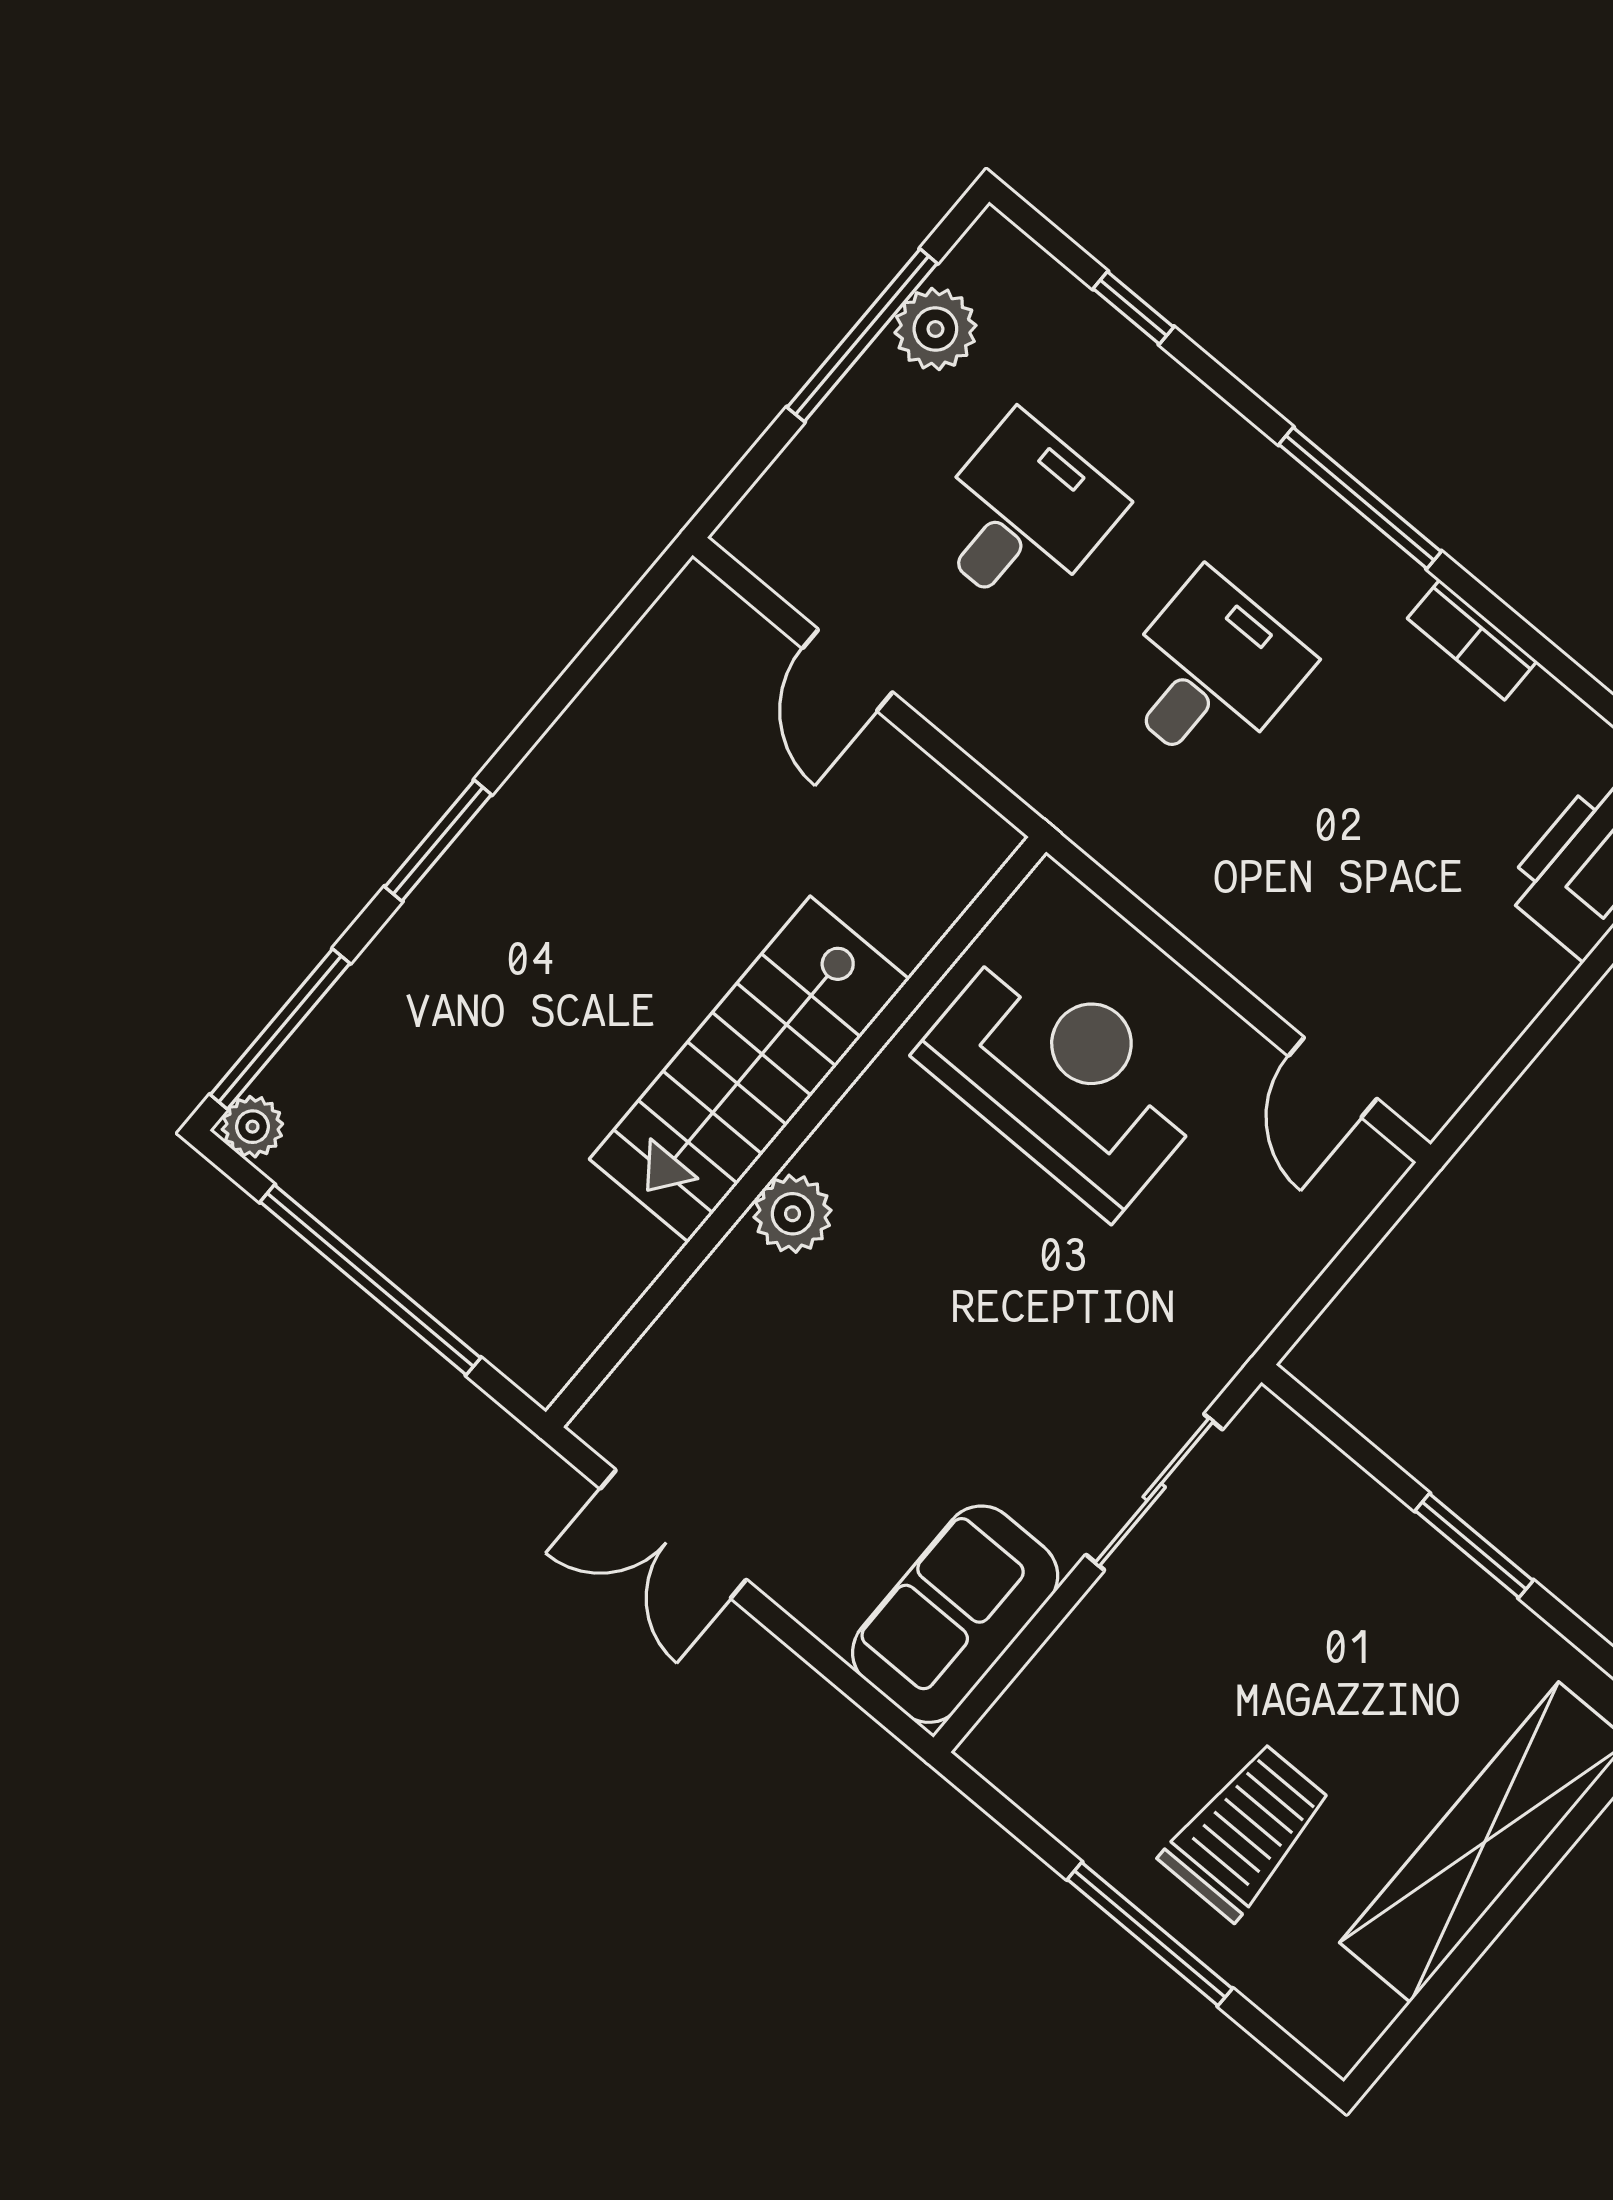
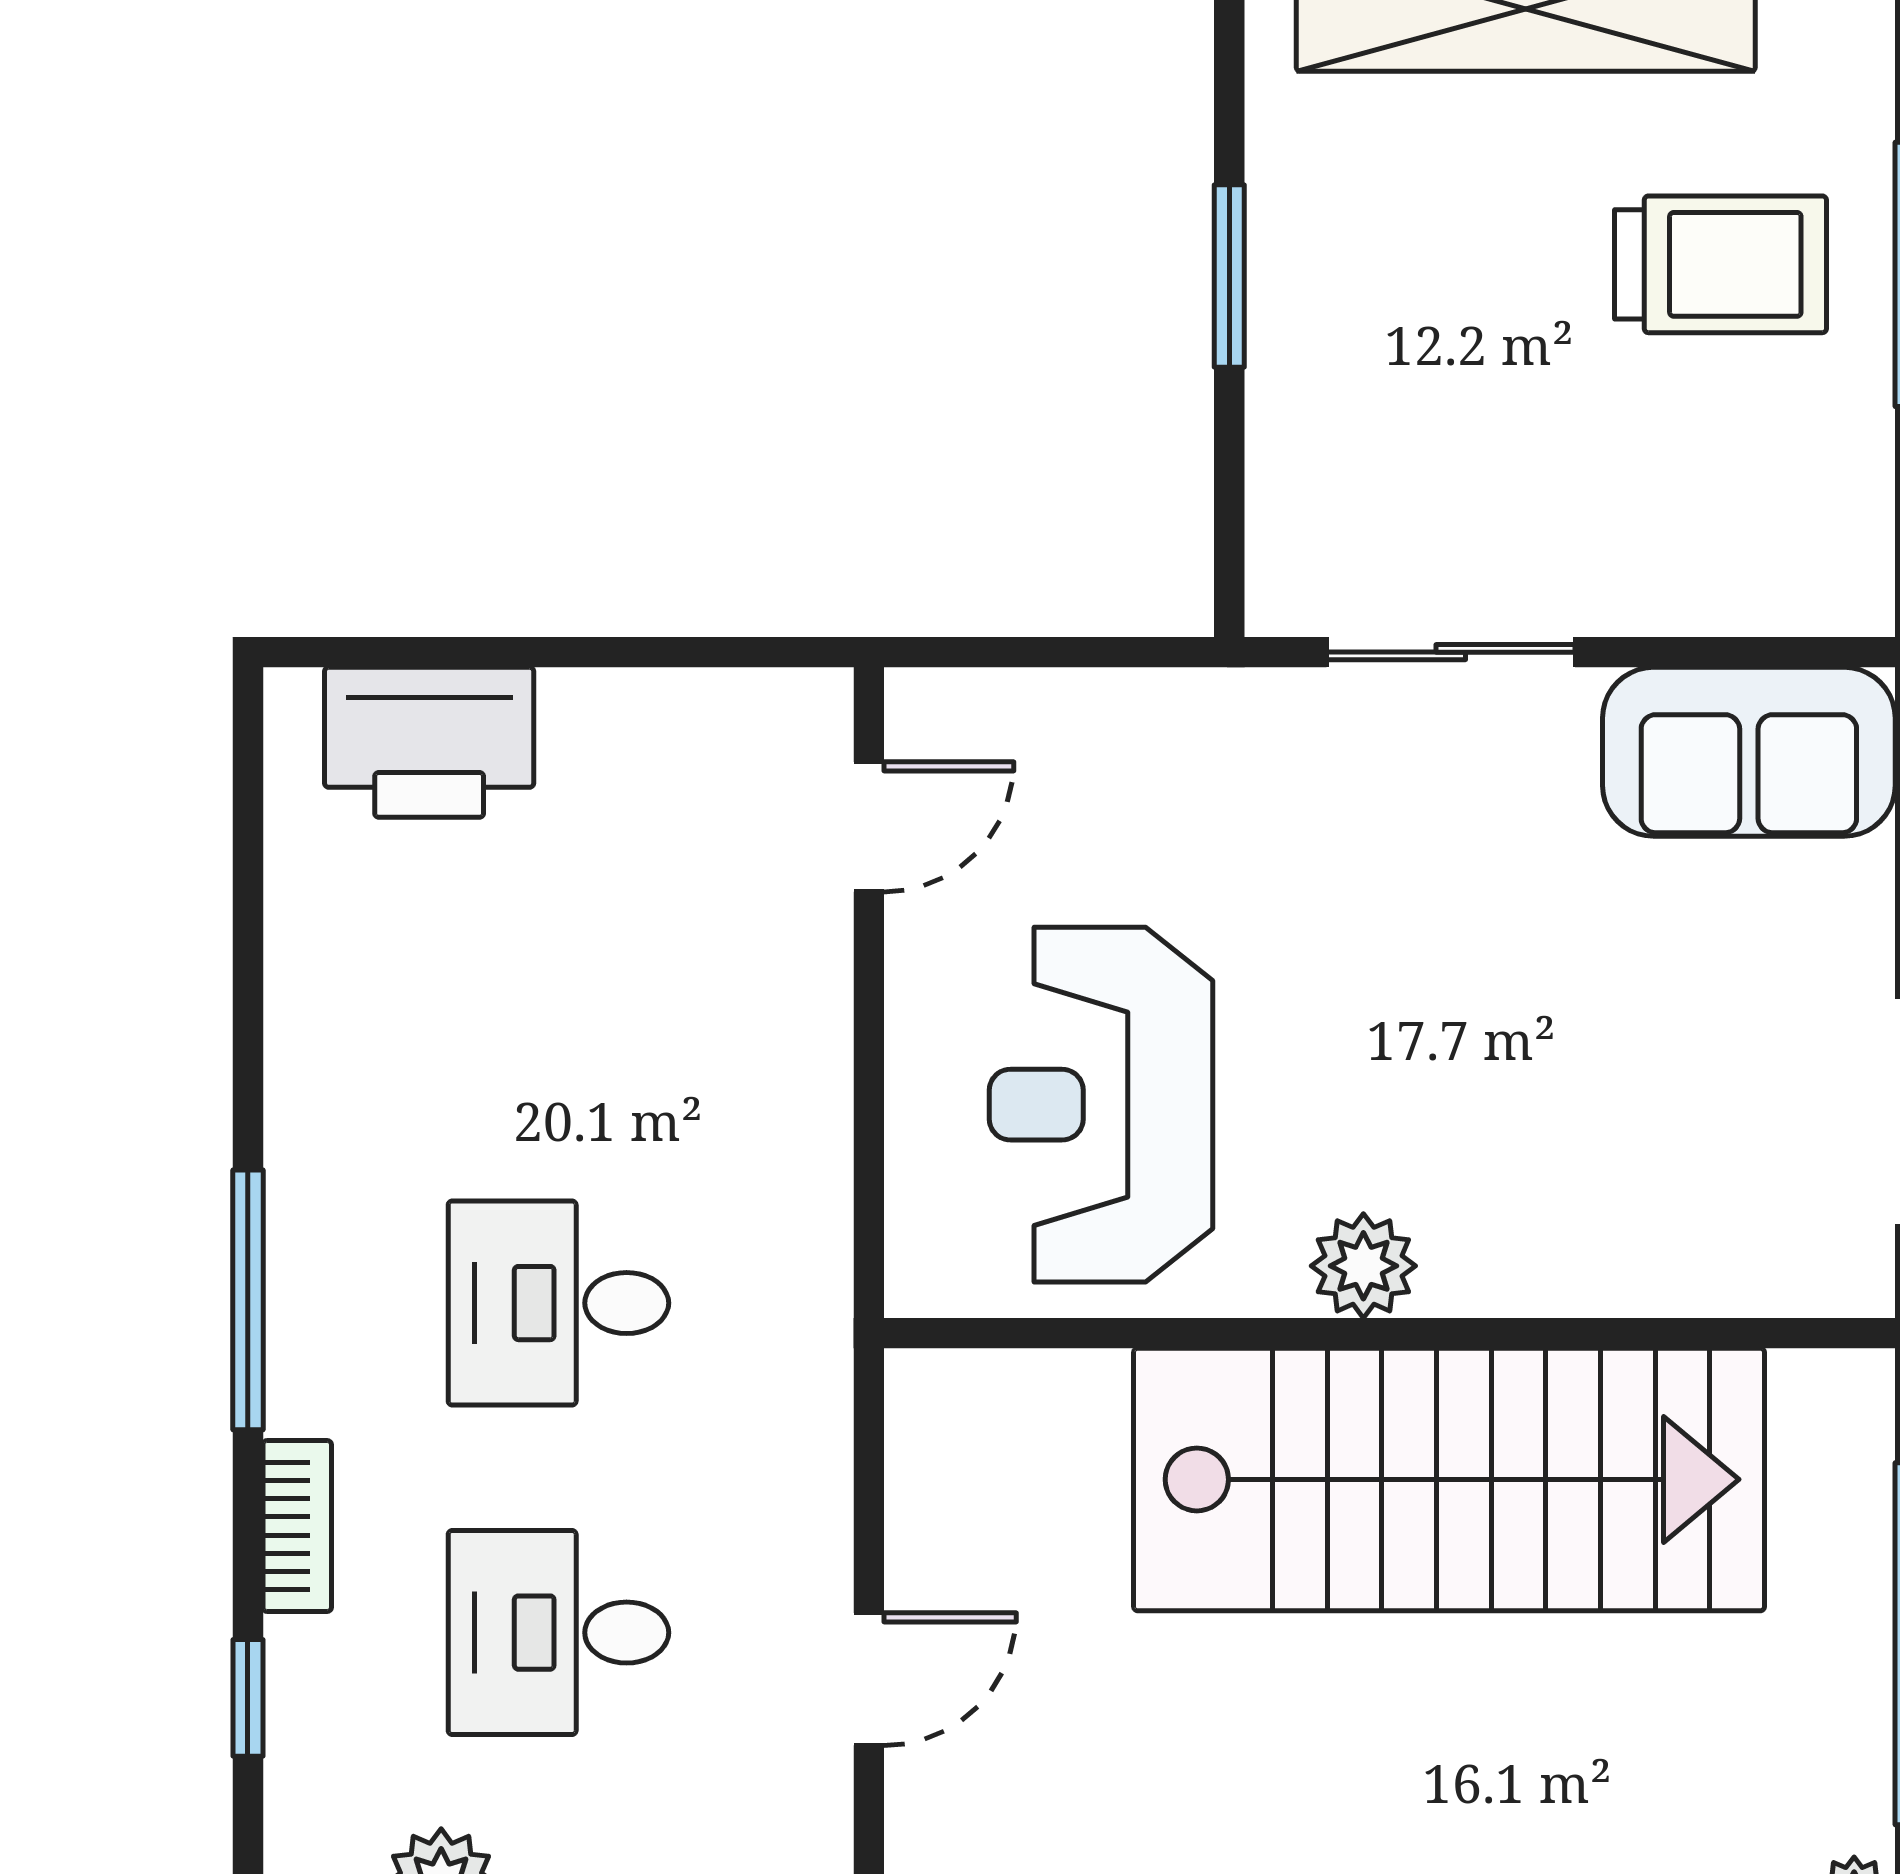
bookcase: (1472, 640) -> (297, 1526), moved
stairs: (749, 1069) -> (1449, 1479), width x1.36, depth x1.51
plant: (792, 1214) -> (1363, 1266), moved
trolley: (1246, 1831) -> (1721, 264), turned 180

